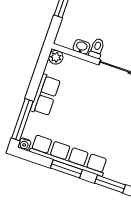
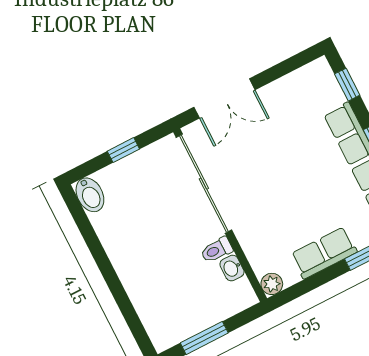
window: (110, 184) -> (347, 85), width x0.67

